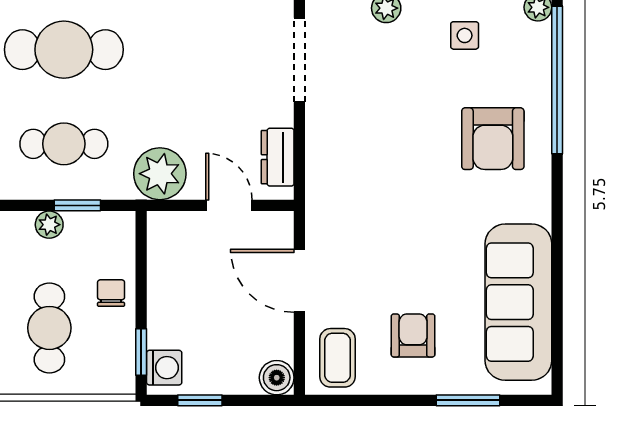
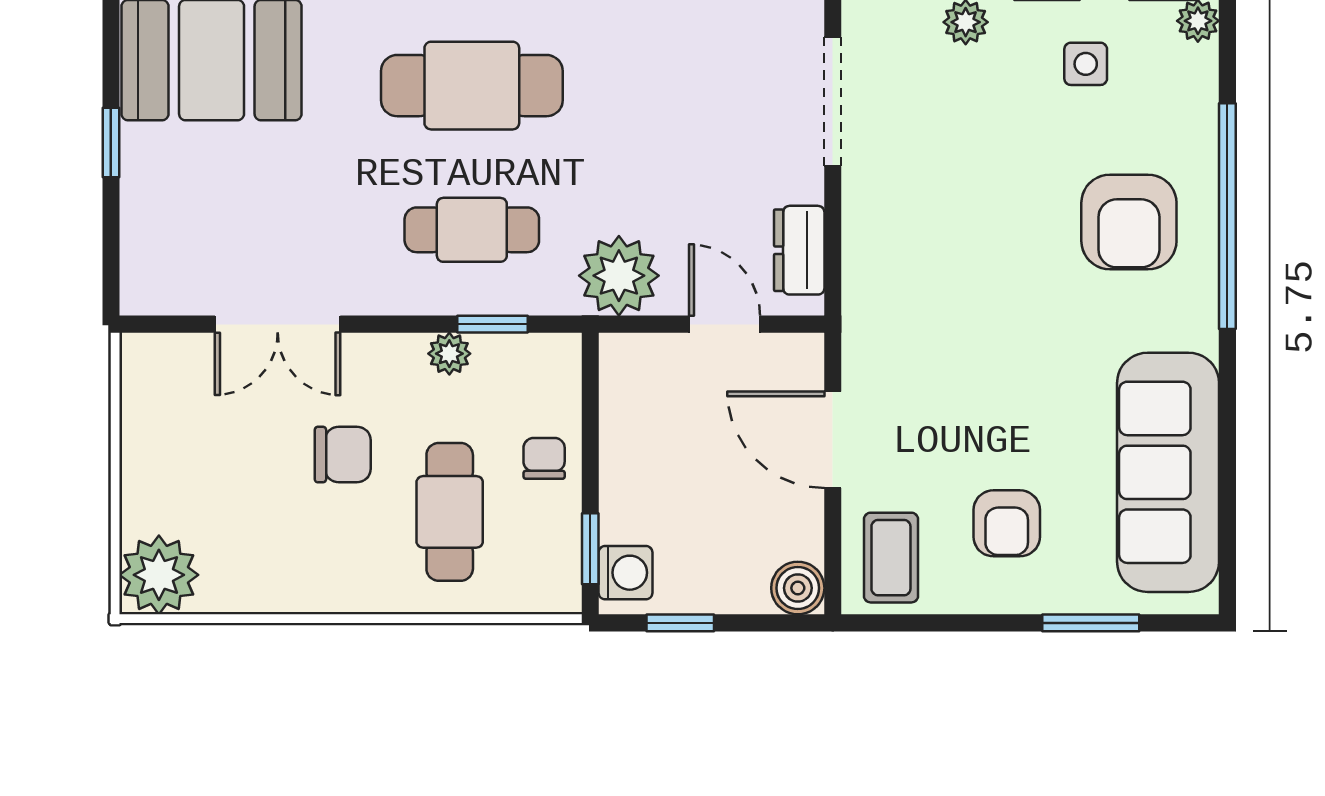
window: (557, 80) -> (1227, 216), moved
armchair: (413, 335) -> (1007, 523), turned 180

